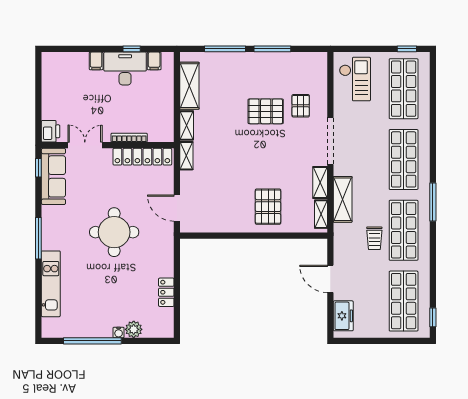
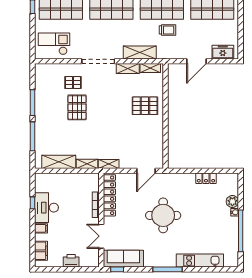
filing cabinet: (154, 61) -> (41, 251), moved, width x2.00
printer: (51, 131) -> (71, 261), moved

